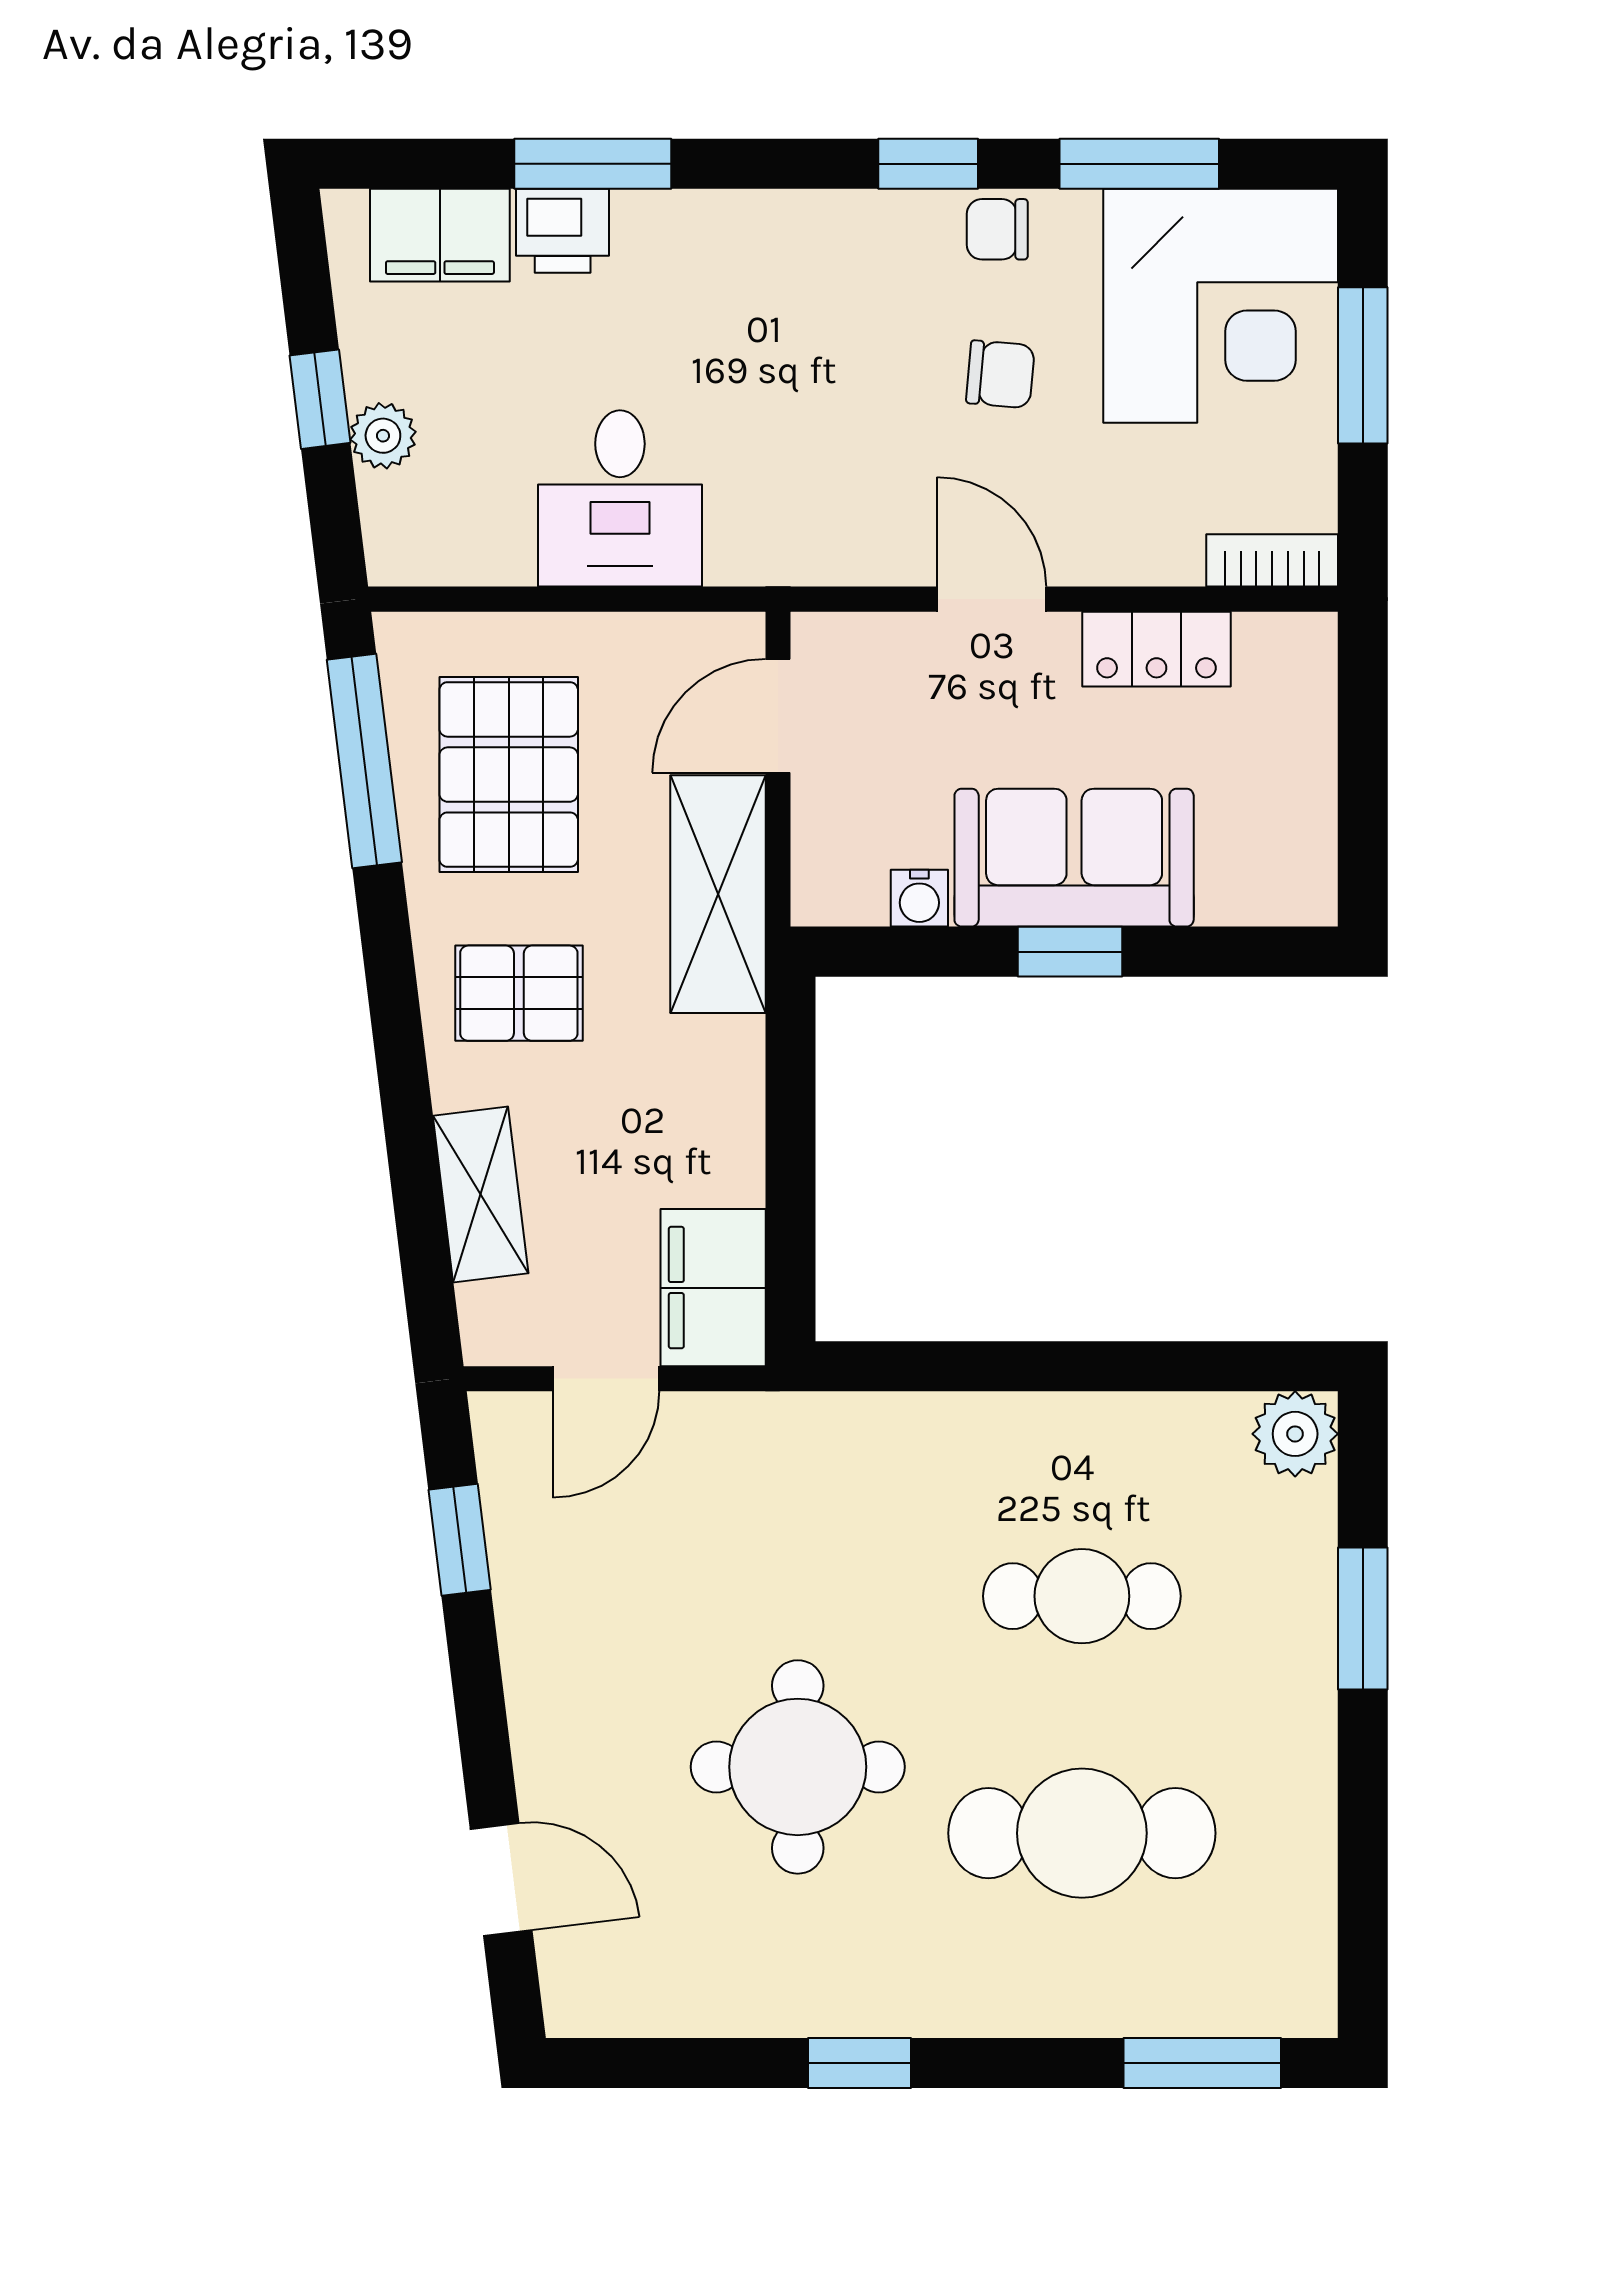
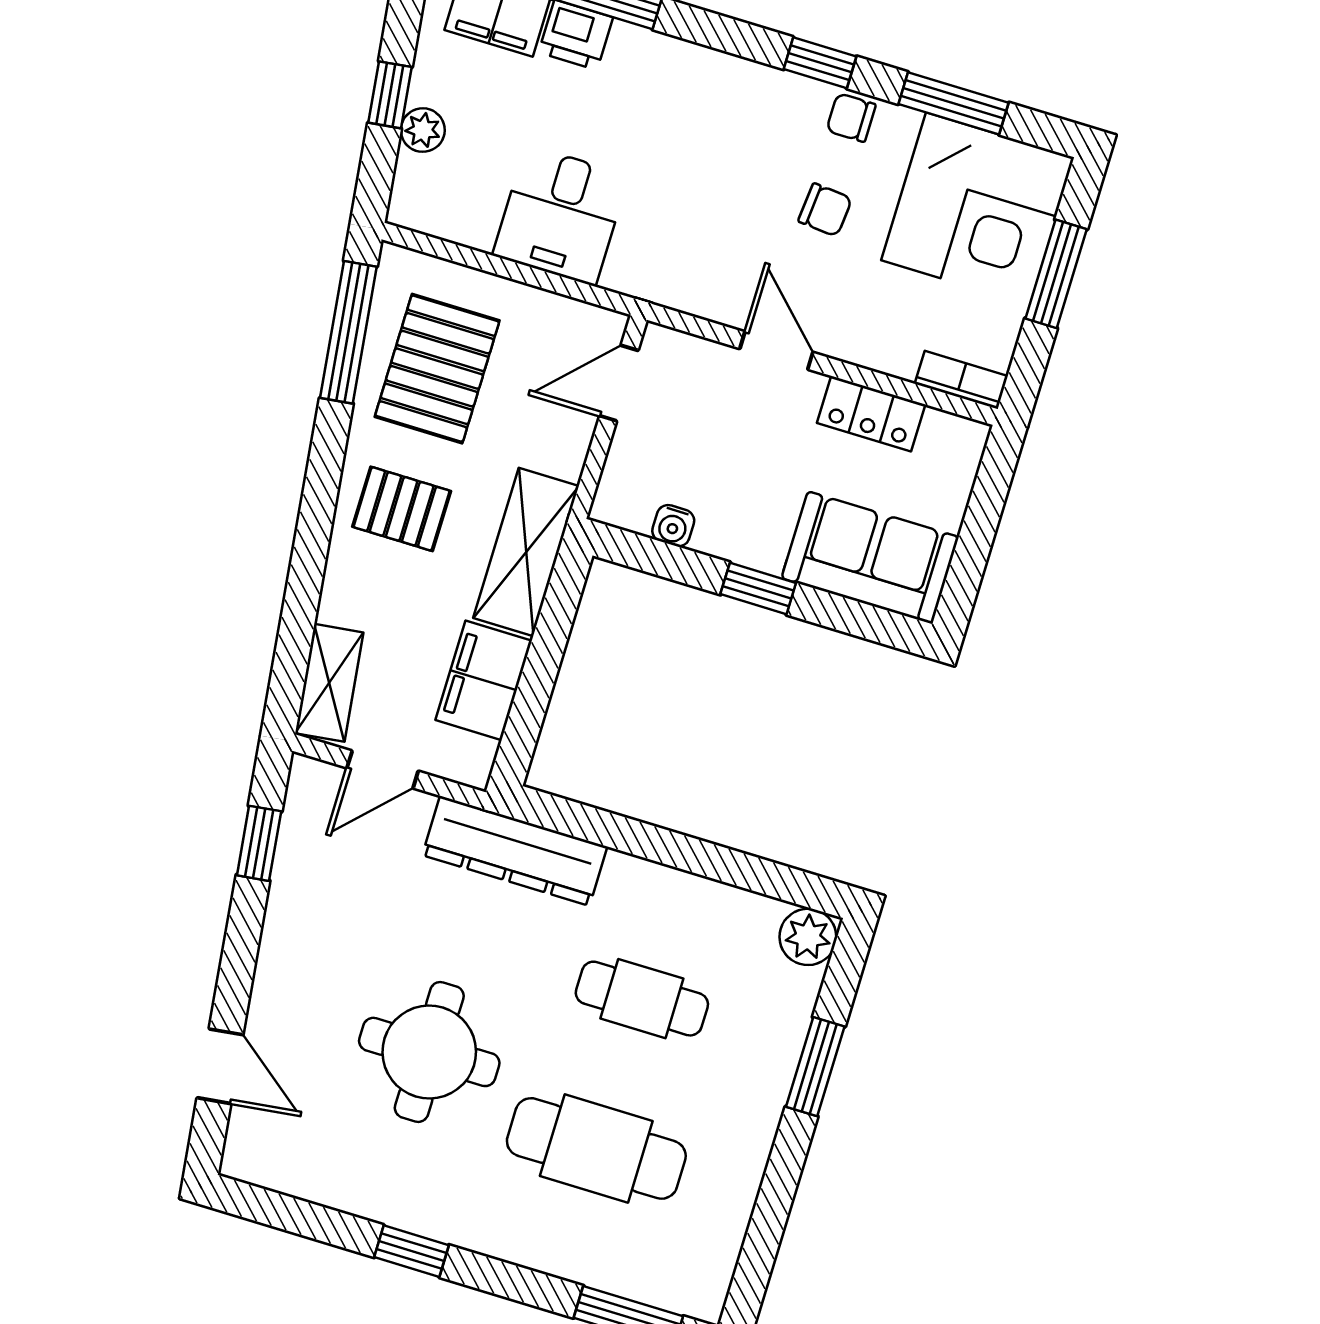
sofa: (1074, 858) -> (870, 558), moved
shelving: (718, 894) -> (526, 552), moved
shelving: (481, 1194) -> (329, 683), moved
filing cabinet: (713, 1288) -> (484, 680), moved
dresser: (833, 1438) -> (515, 851), added

